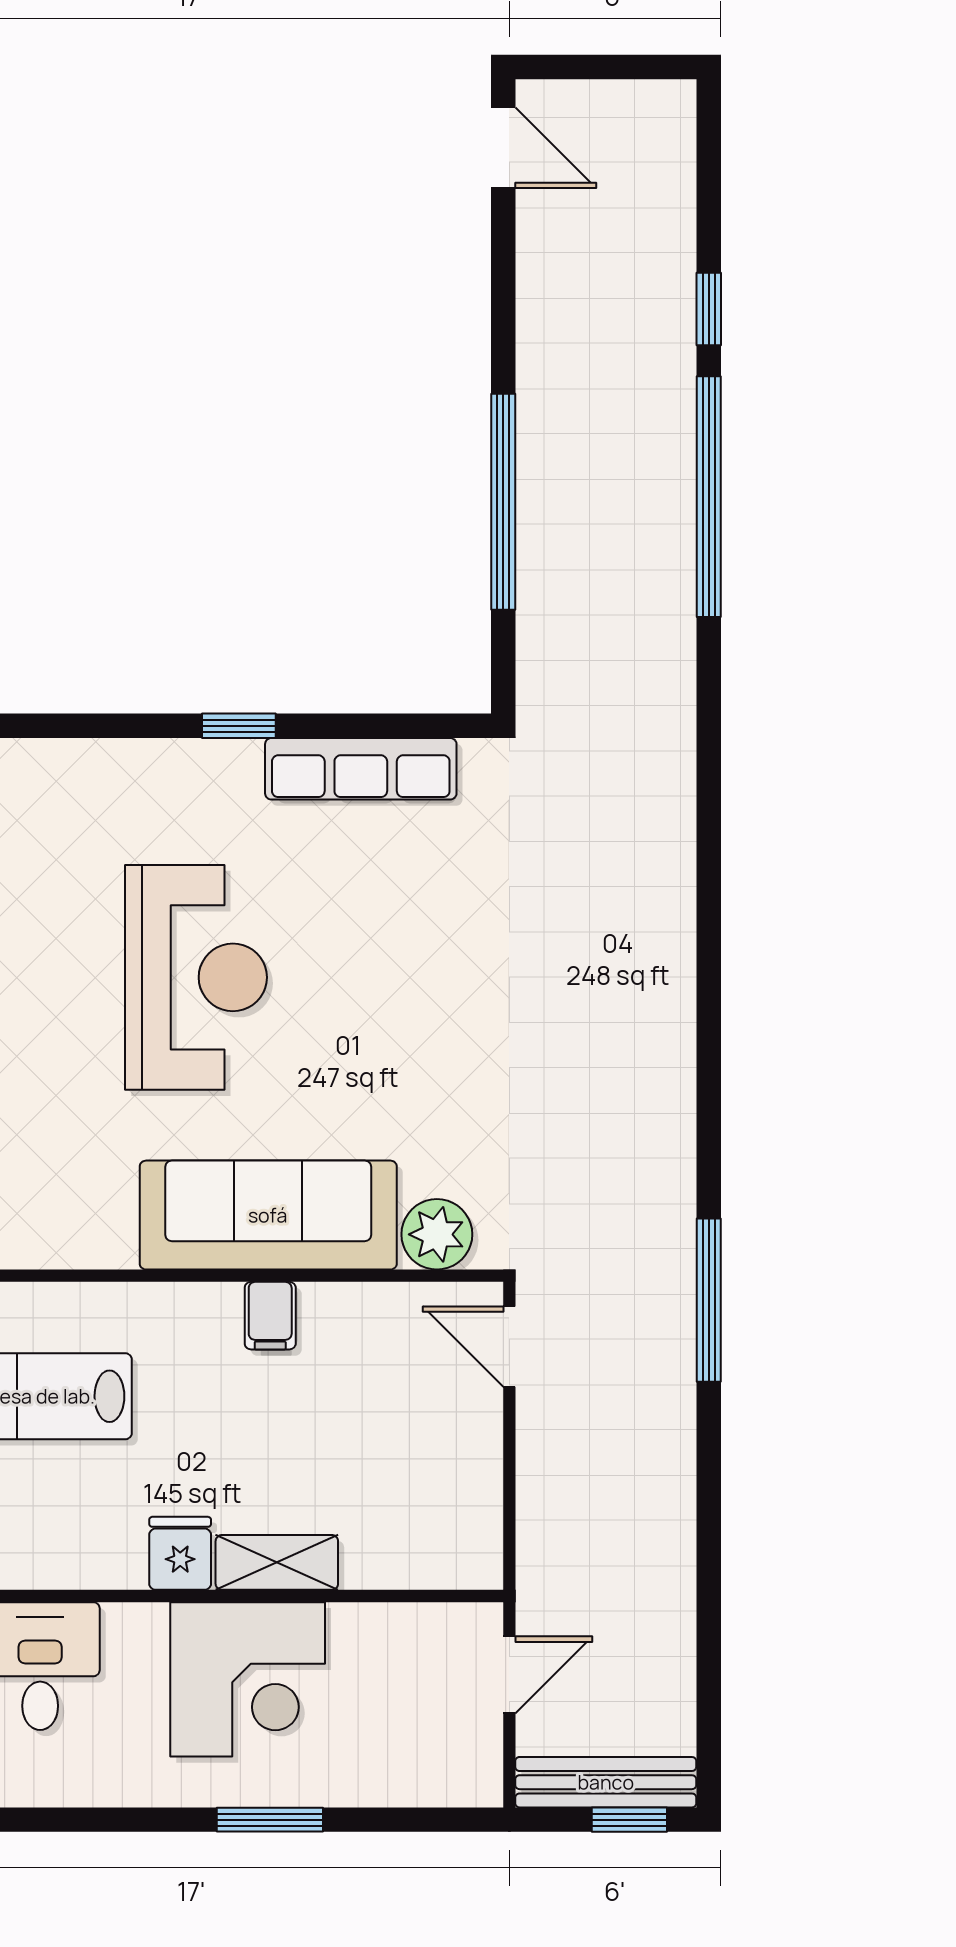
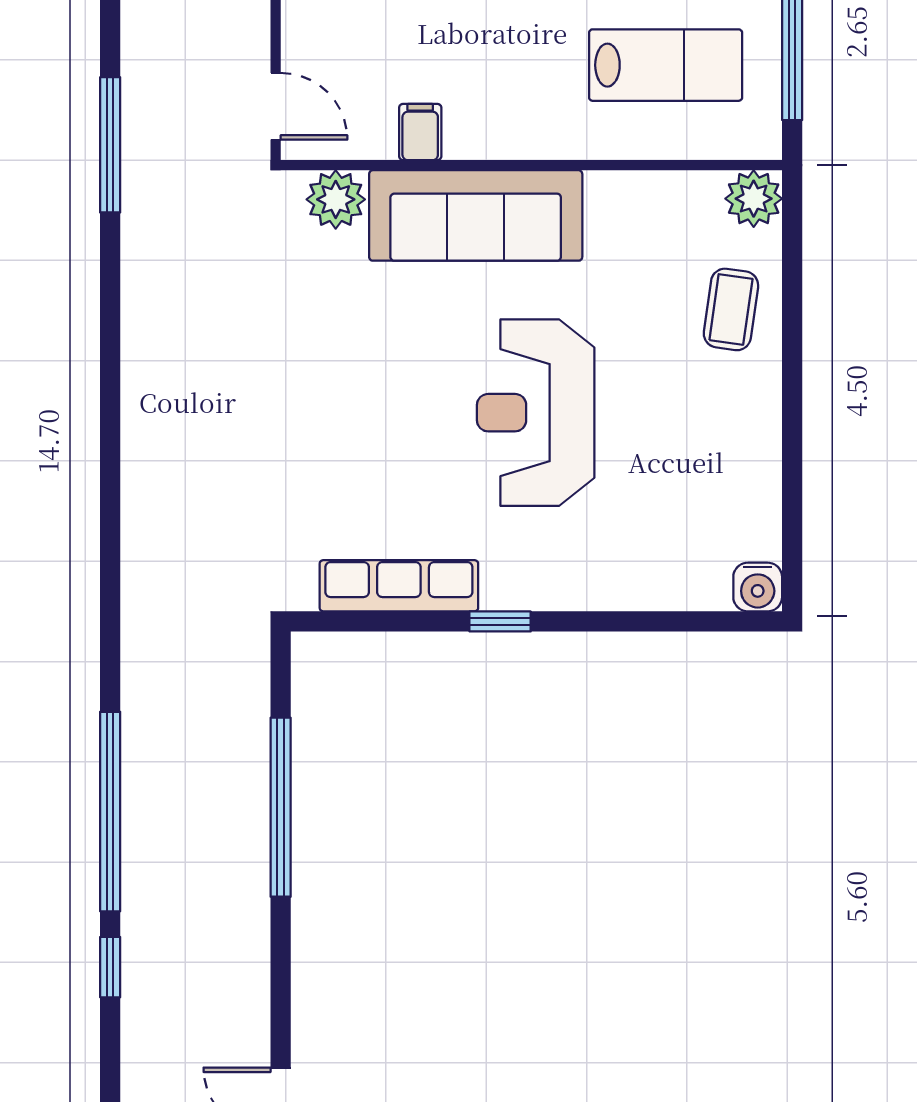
filing cabinet: (270, 1316) -> (420, 132), moved

